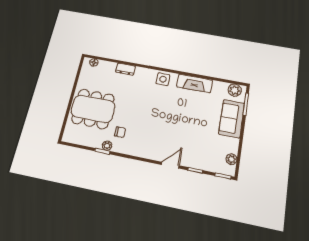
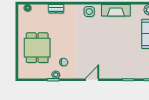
dining table: (93, 109) -> (37, 48), width x0.73
door: (170, 165) -> (92, 80), moved

